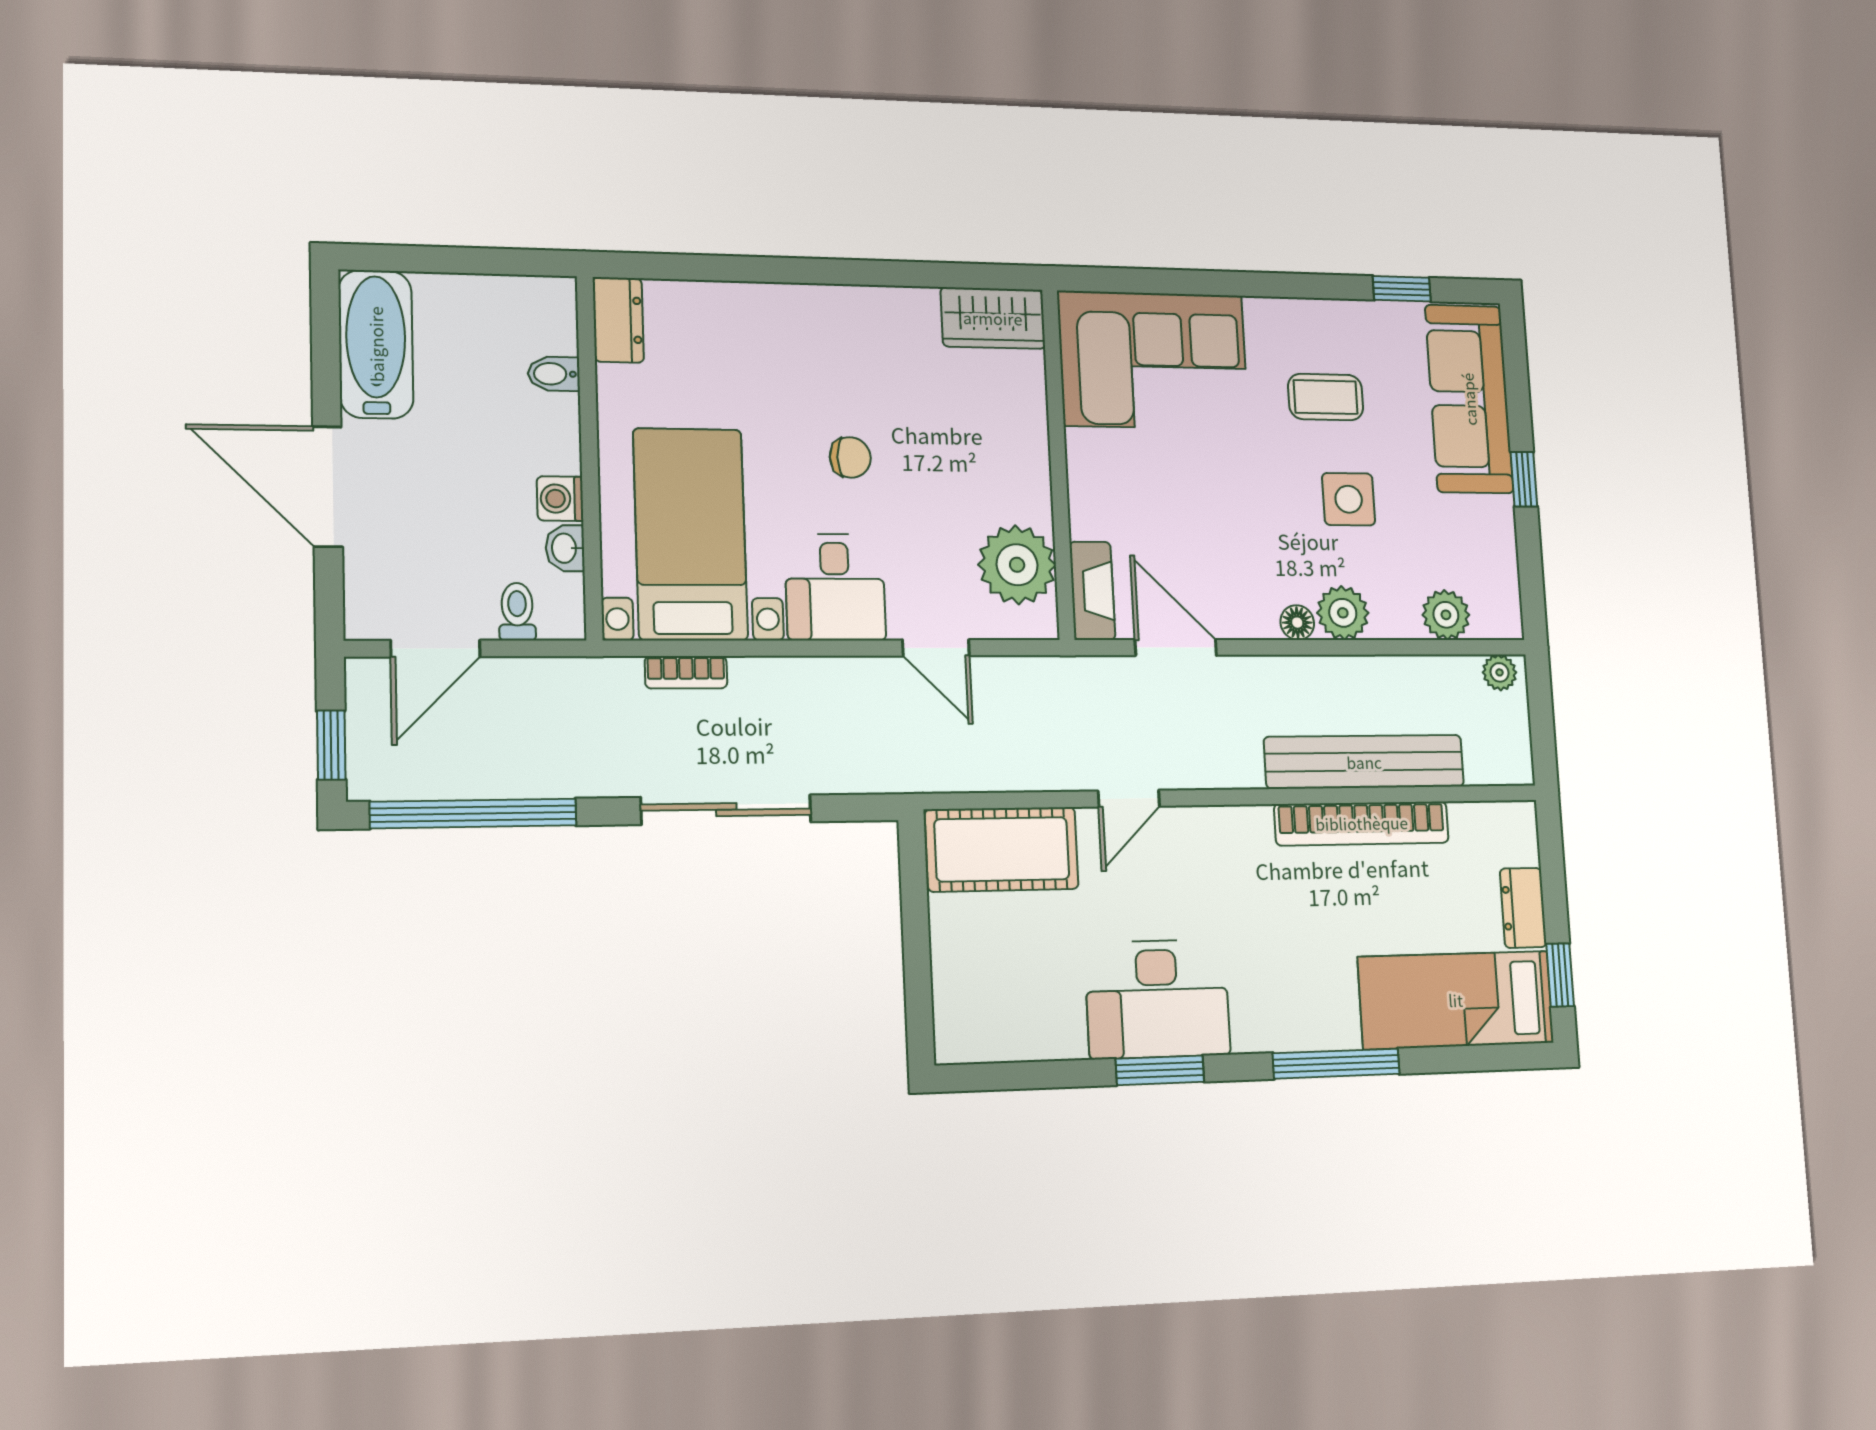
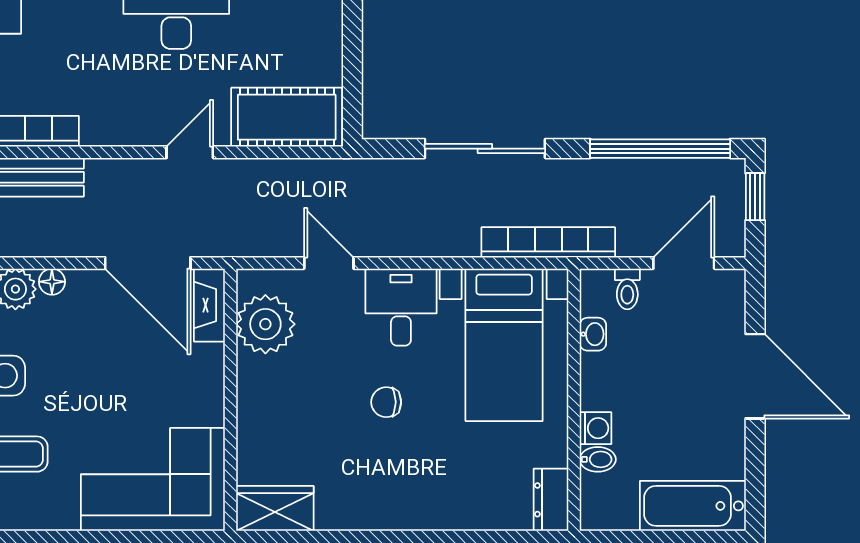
bathtub: (376, 344) -> (693, 506), moved, turned 90
washing machine: (560, 499) -> (596, 428), moved
door: (1176, 648) -> (148, 263), width x1.36
bookcase: (686, 672) -> (548, 242), width x2.31, depth x1.31

